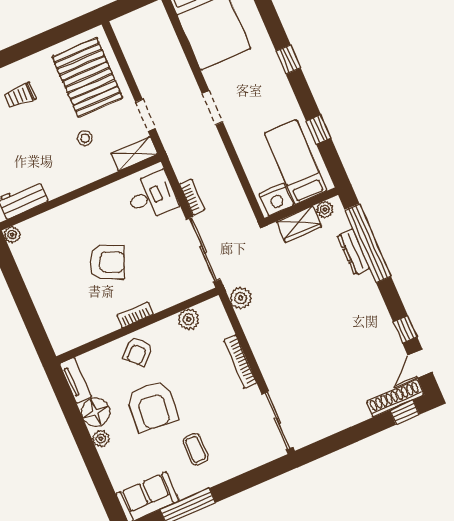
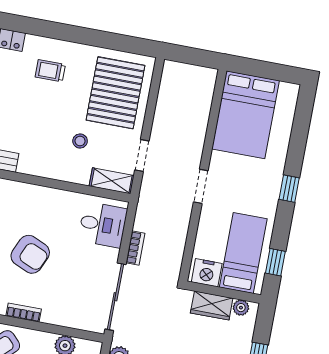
bed: (296, 162) -> (243, 253), moved
nightstand: (276, 199) -> (207, 273), moved
wall: (301, 206) -> (223, 292), moved
plant: (325, 209) -> (241, 308), moved
wardrobe: (299, 224) -> (212, 305), moved

